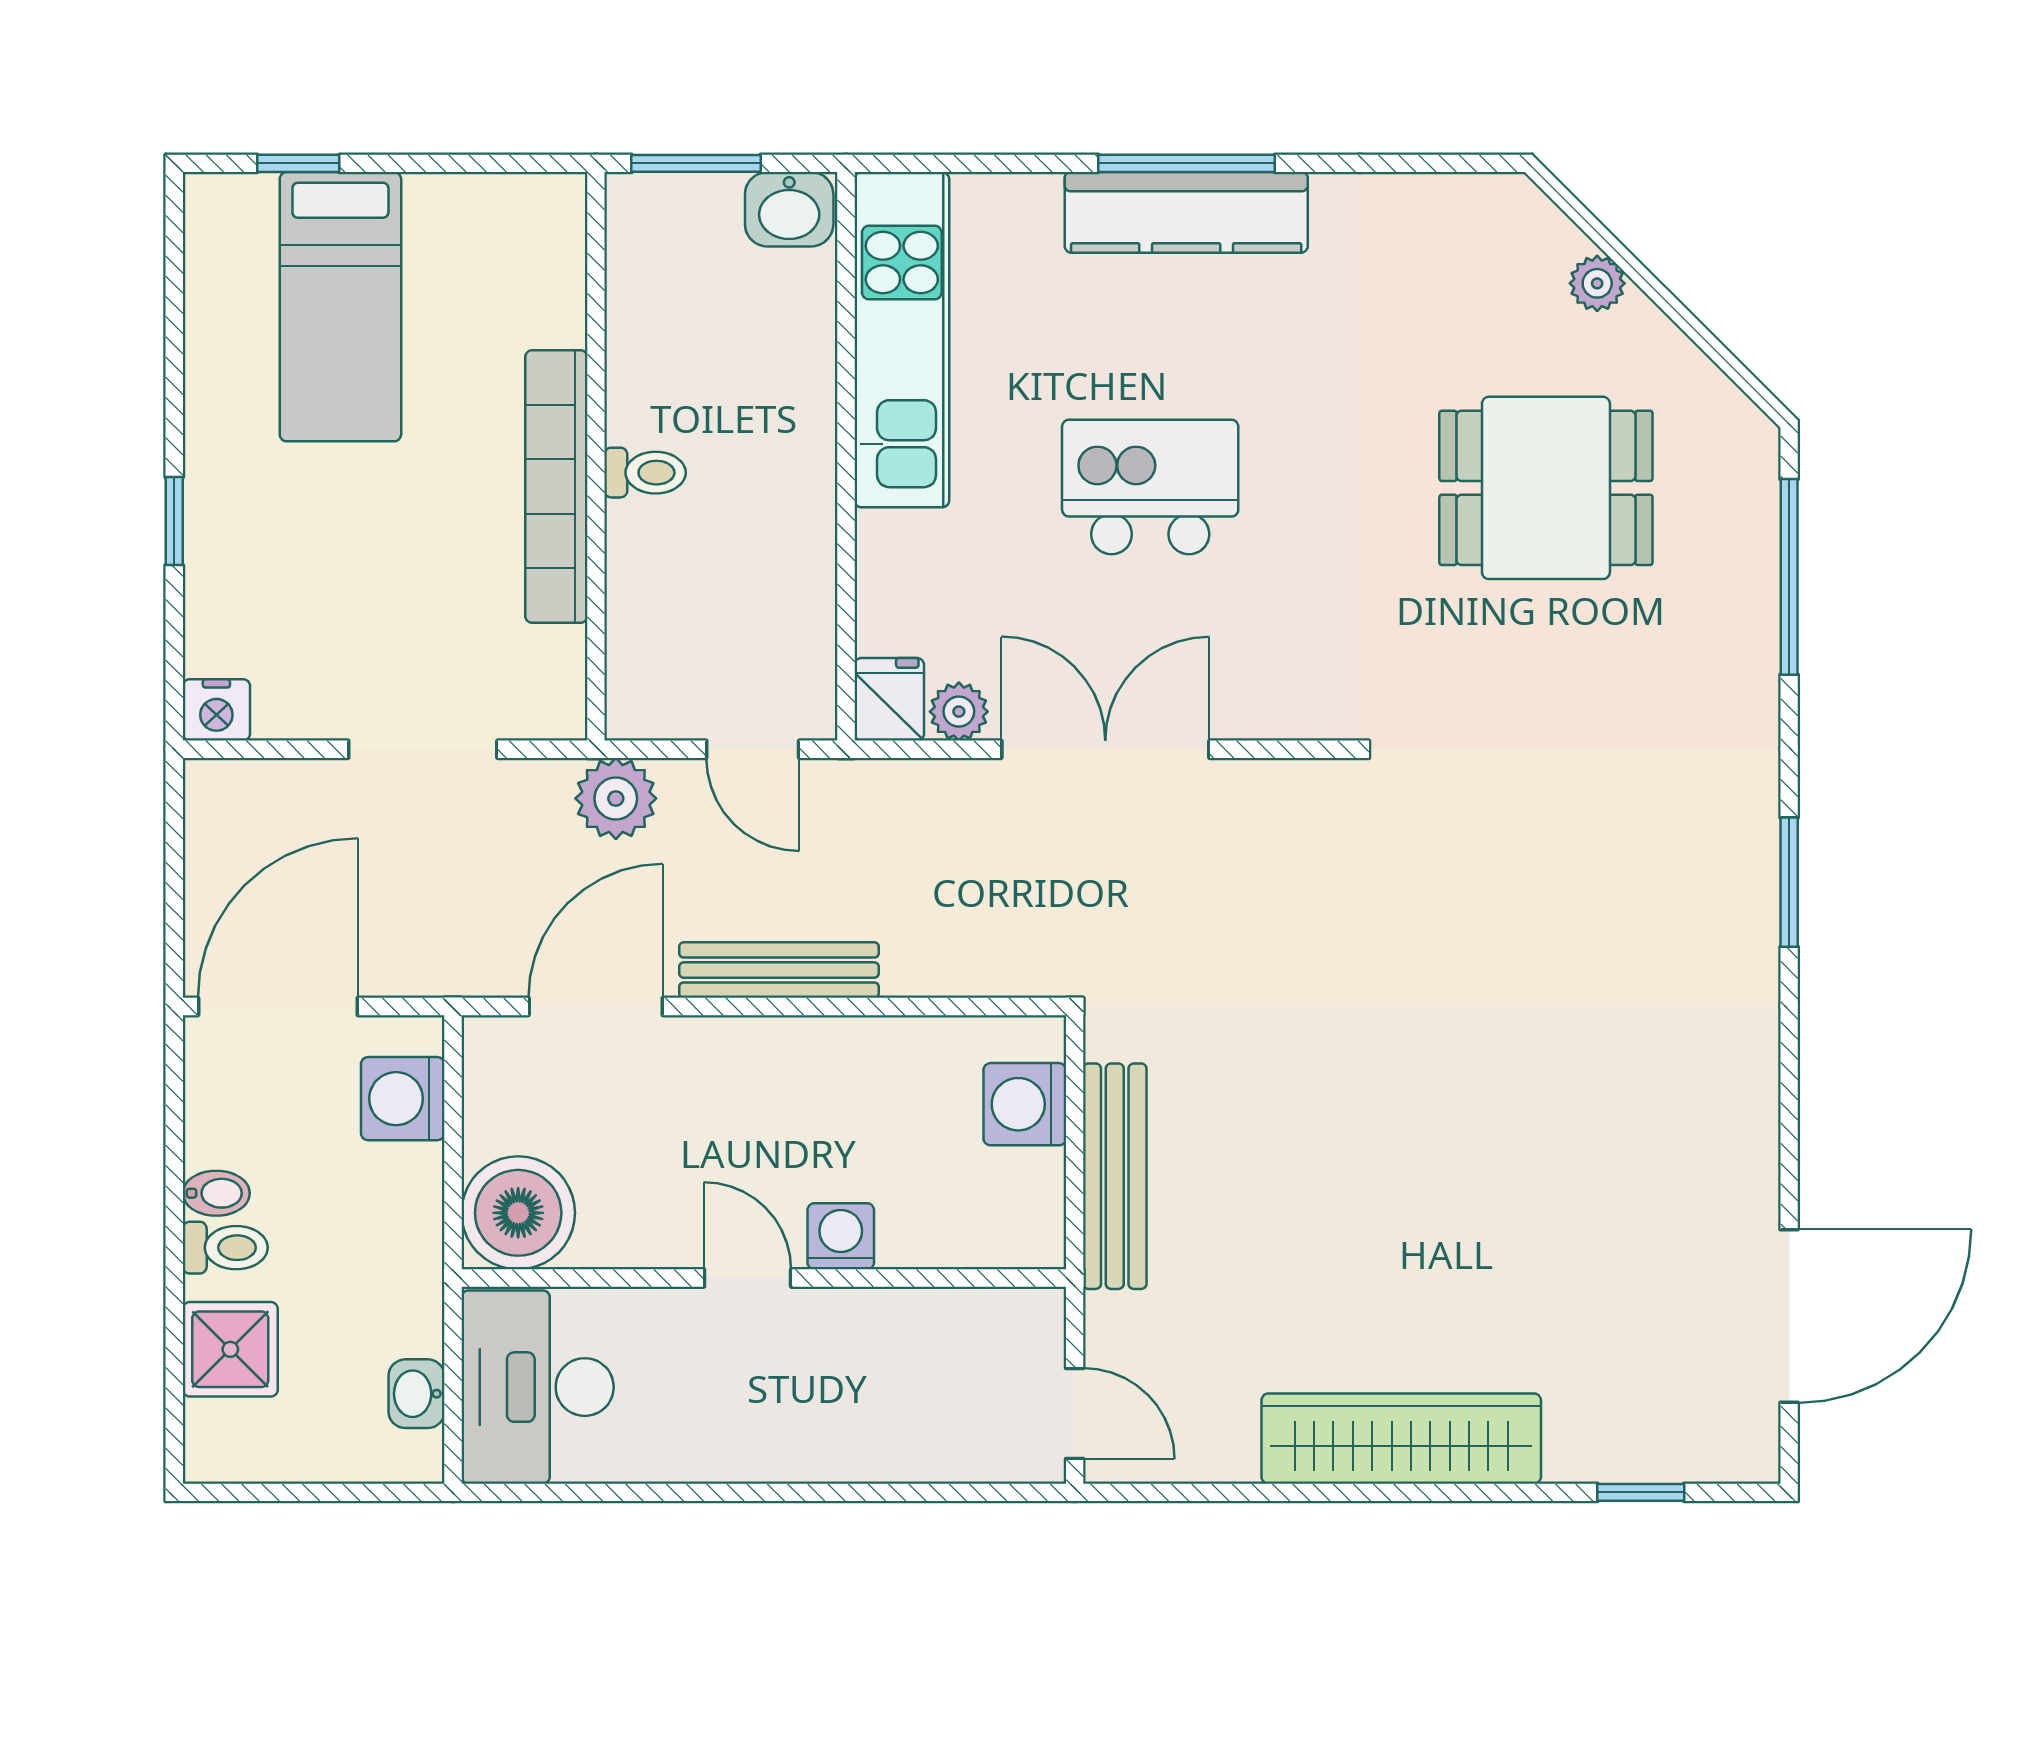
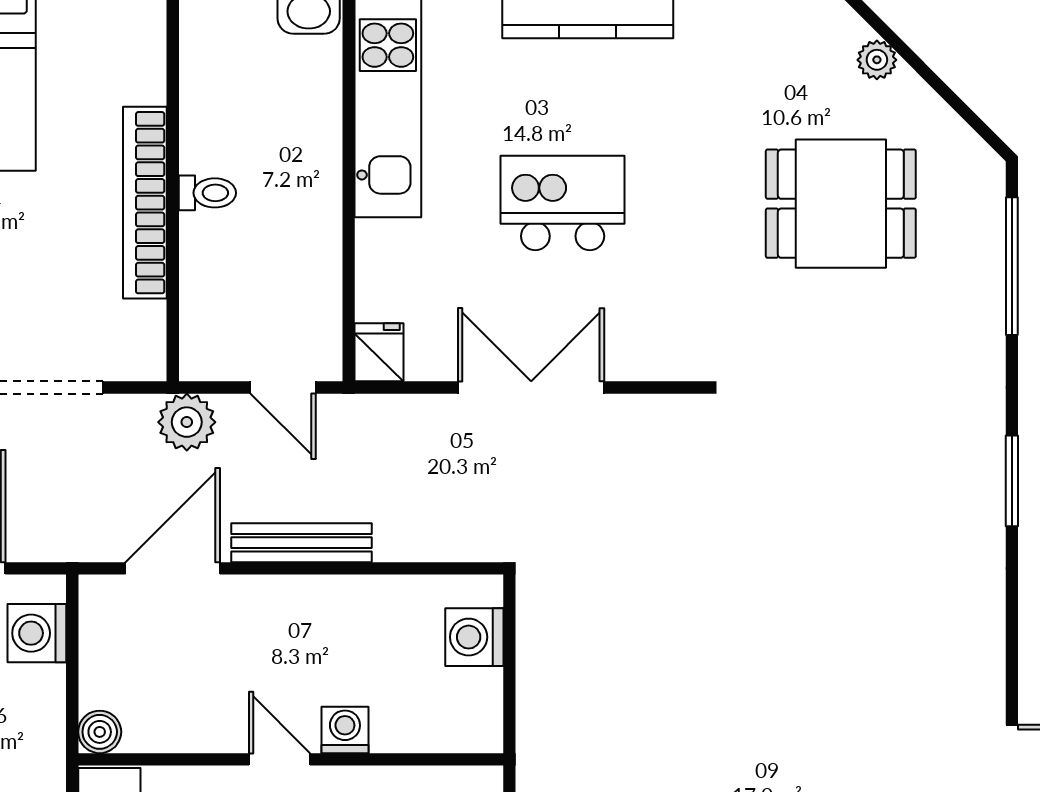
plant: (959, 712) -> (428, 361), removed
bench: (1115, 1176) -> (538, 688), removed
boiler: (518, 1213) -> (100, 732), width x0.54, depth x0.54

